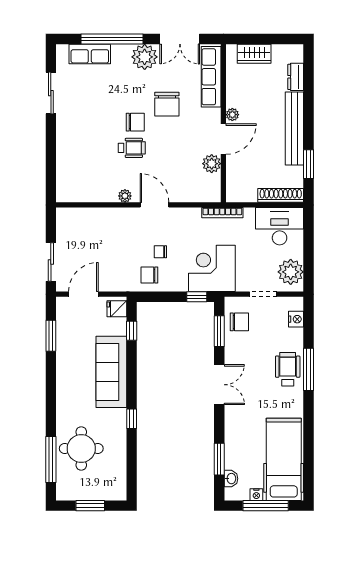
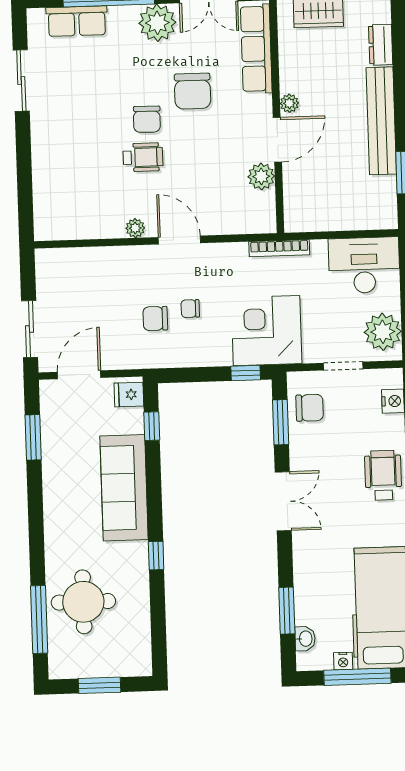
chair: (135, 122) -> (147, 119), turned 91
shoe rack: (281, 195) -> (364, 220), removed
chair: (149, 275) -> (155, 319), moved

